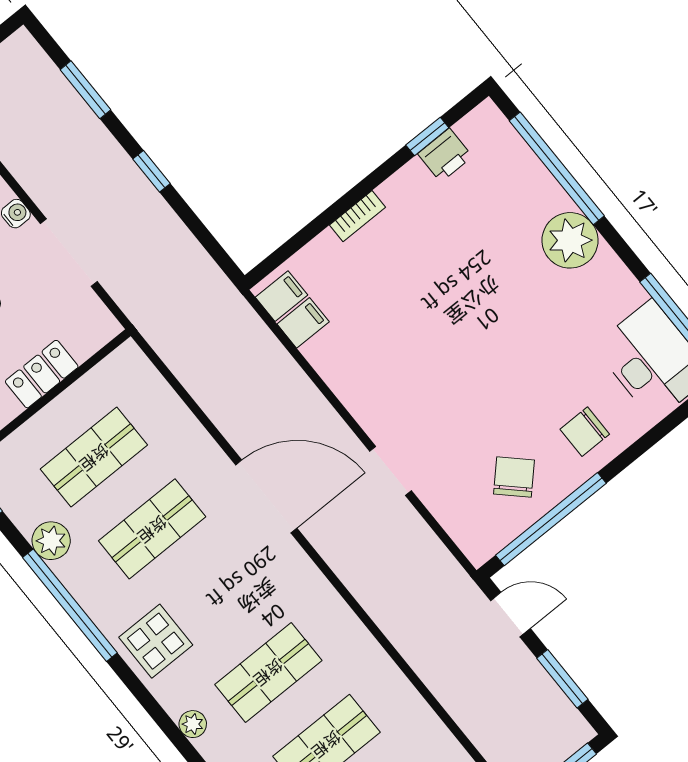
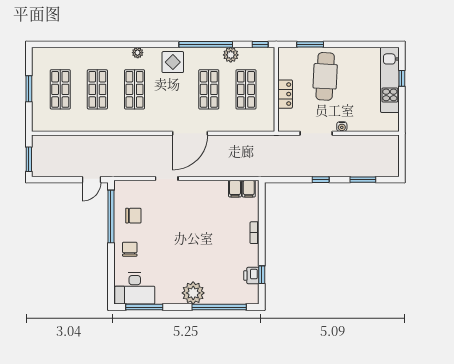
chair: (514, 477) -> (133, 216), turned -44
window: (562, 679) -> (58, 180), removed

